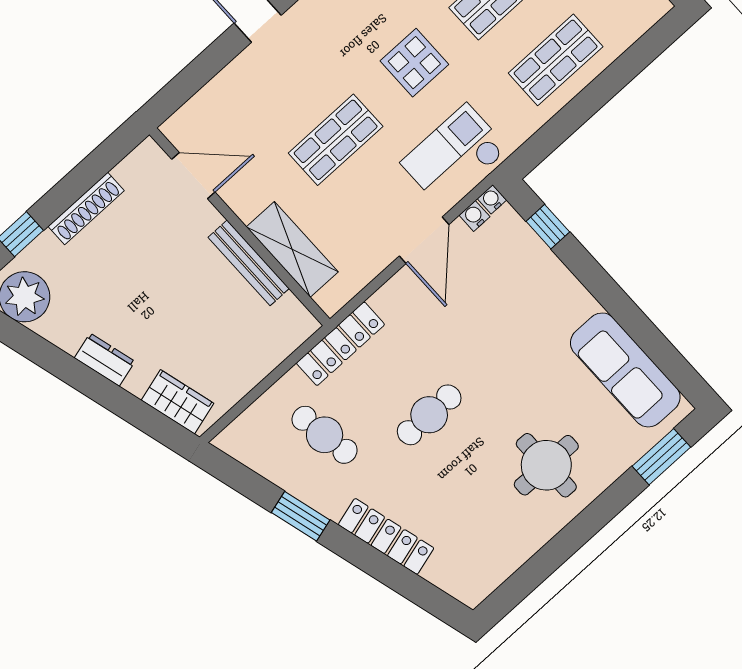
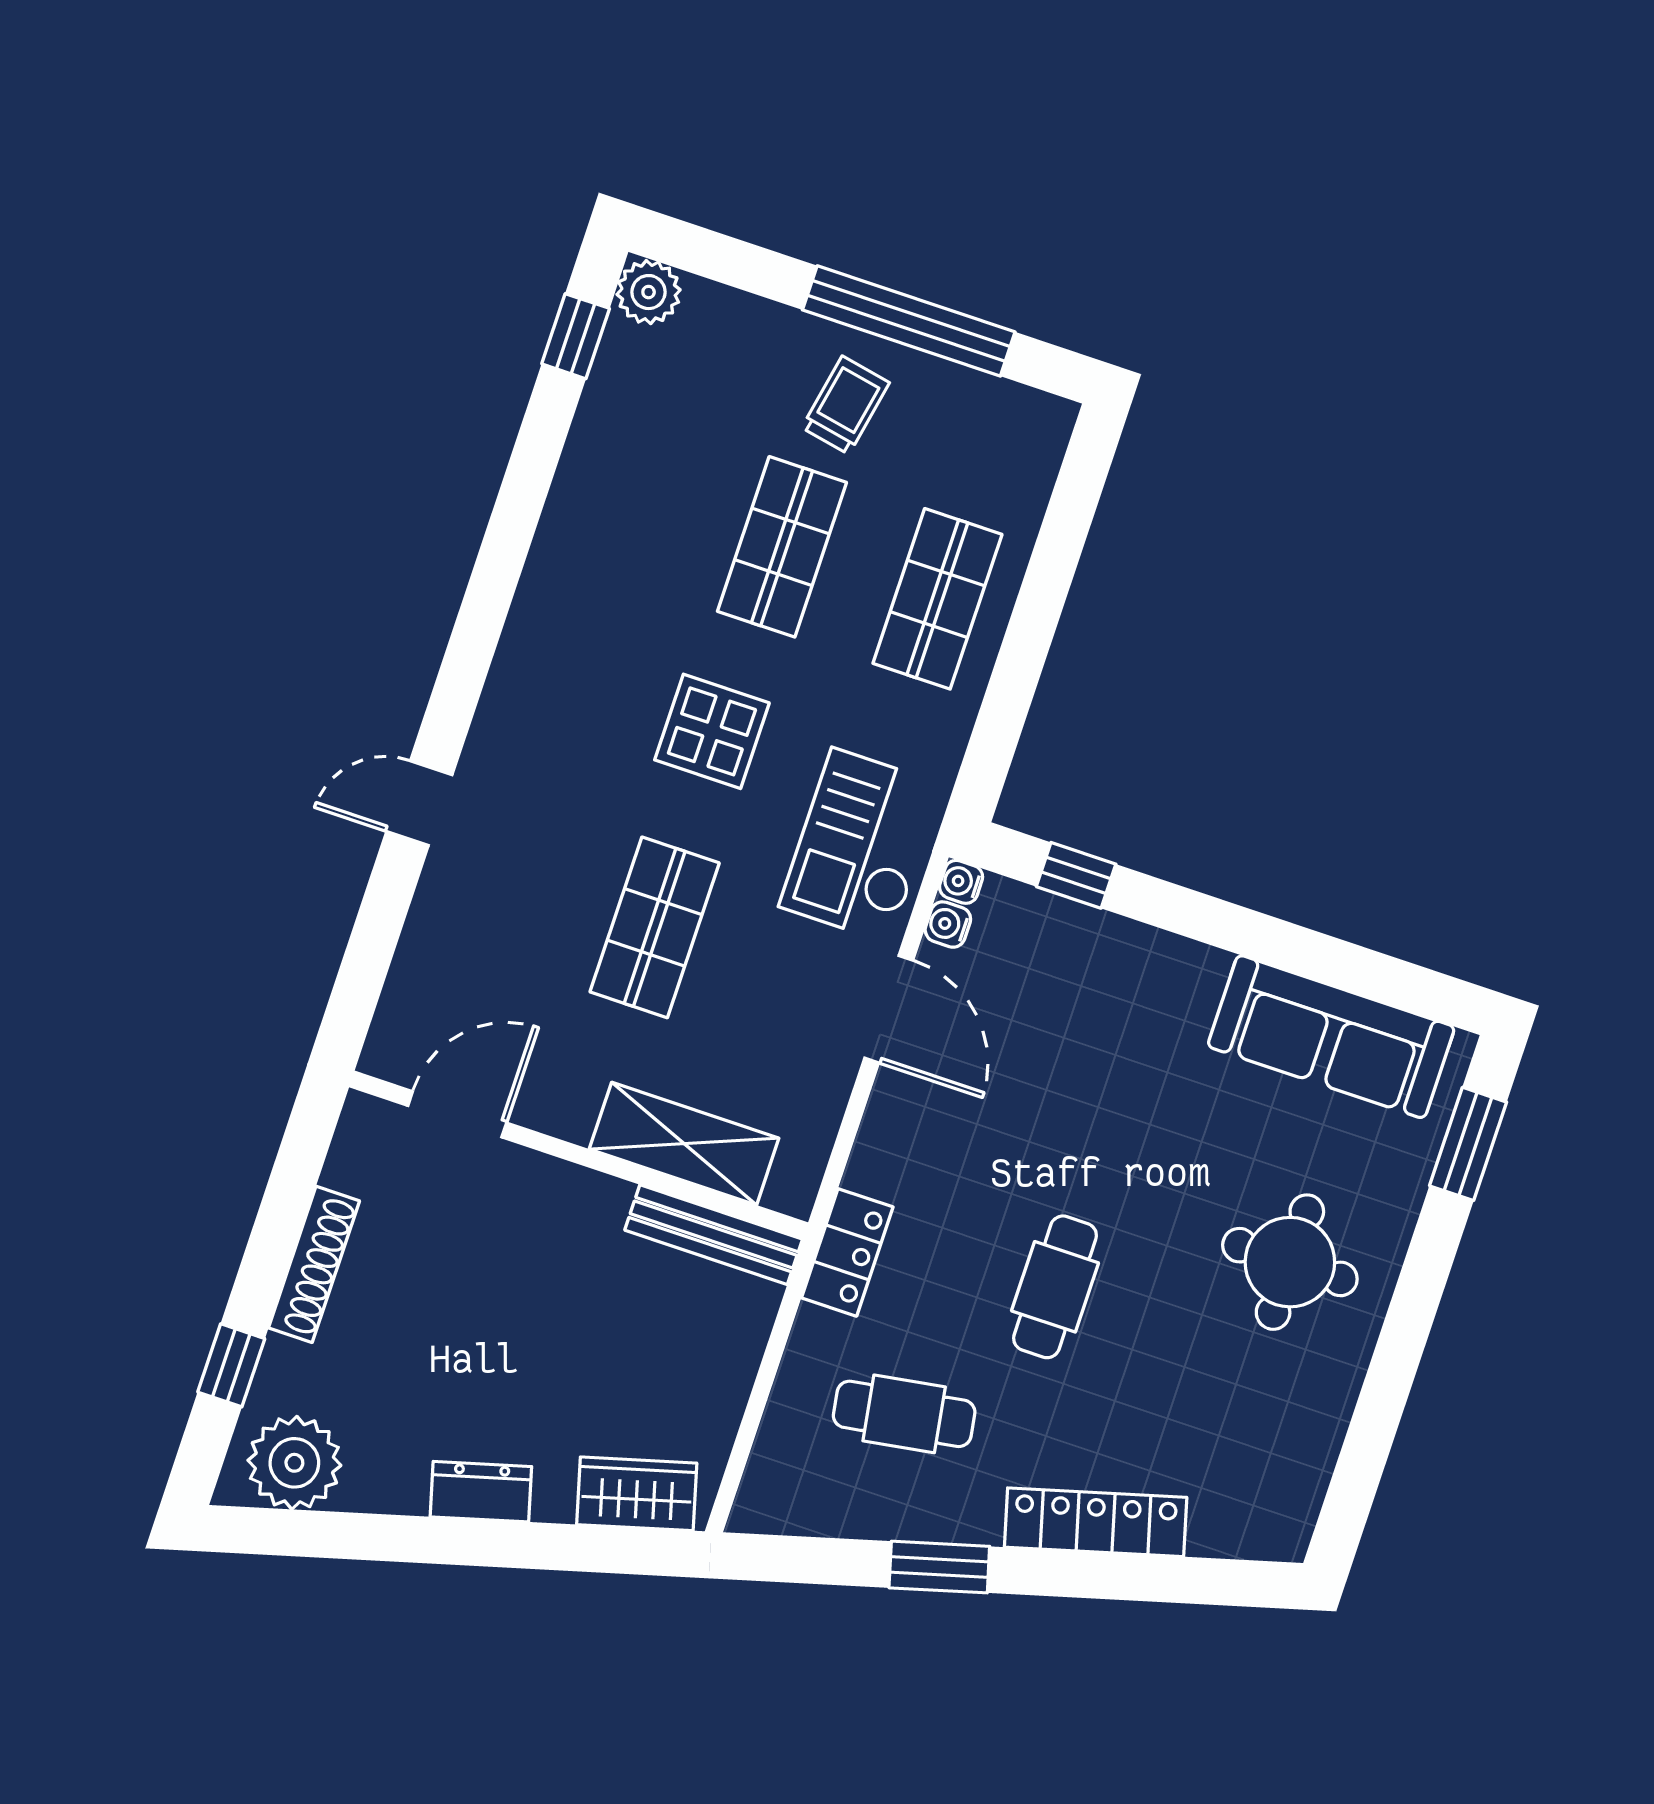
bench: (249, 263) -> (714, 1235), moved
locker: (340, 344) -> (847, 1252), width x0.66

